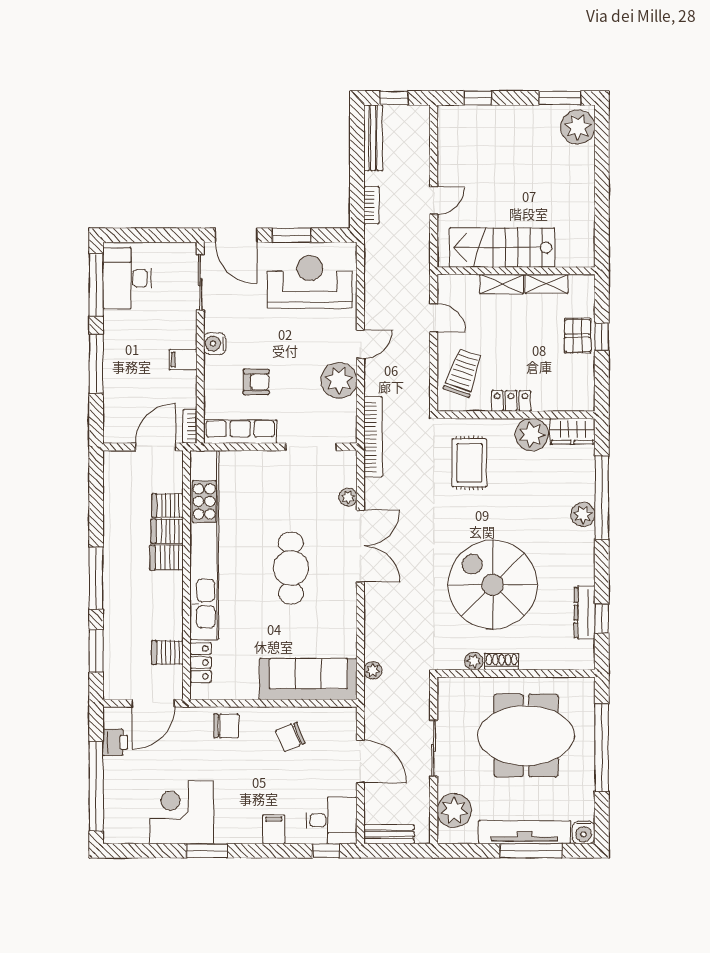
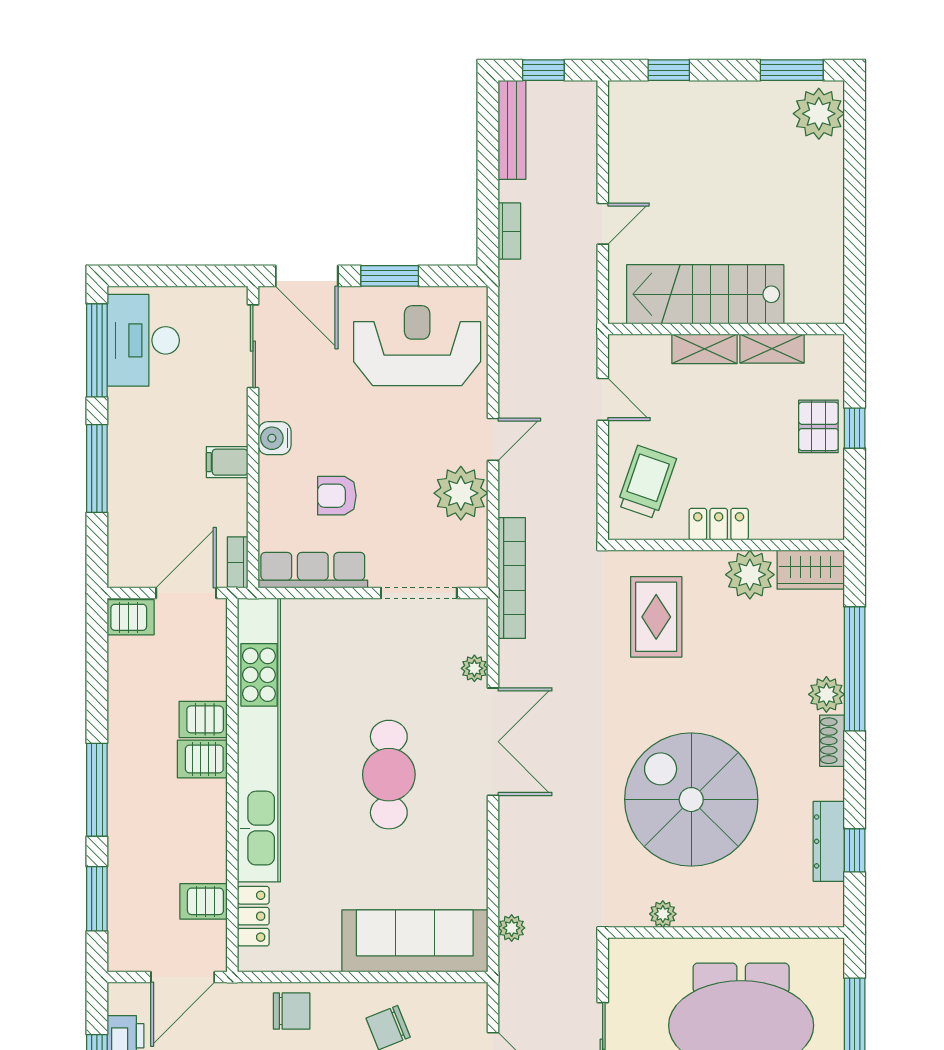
armchair: (256, 382) -> (337, 496), turned 180
server rack: (167, 506) -> (131, 617), moved, turned 180
shoe rack: (502, 662) -> (832, 741), moved, turned -90

